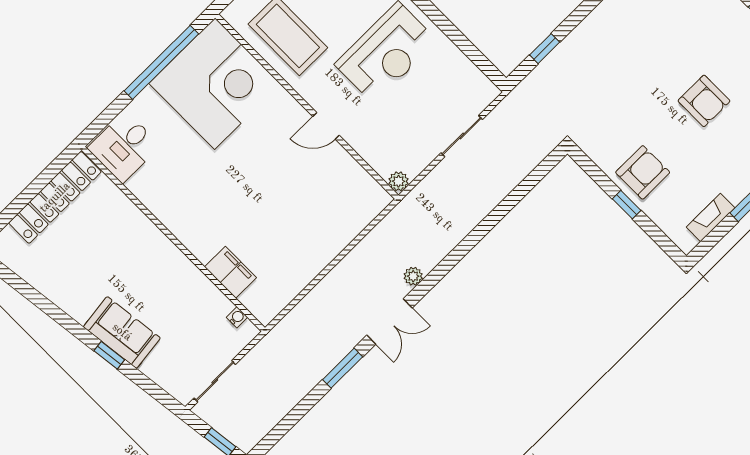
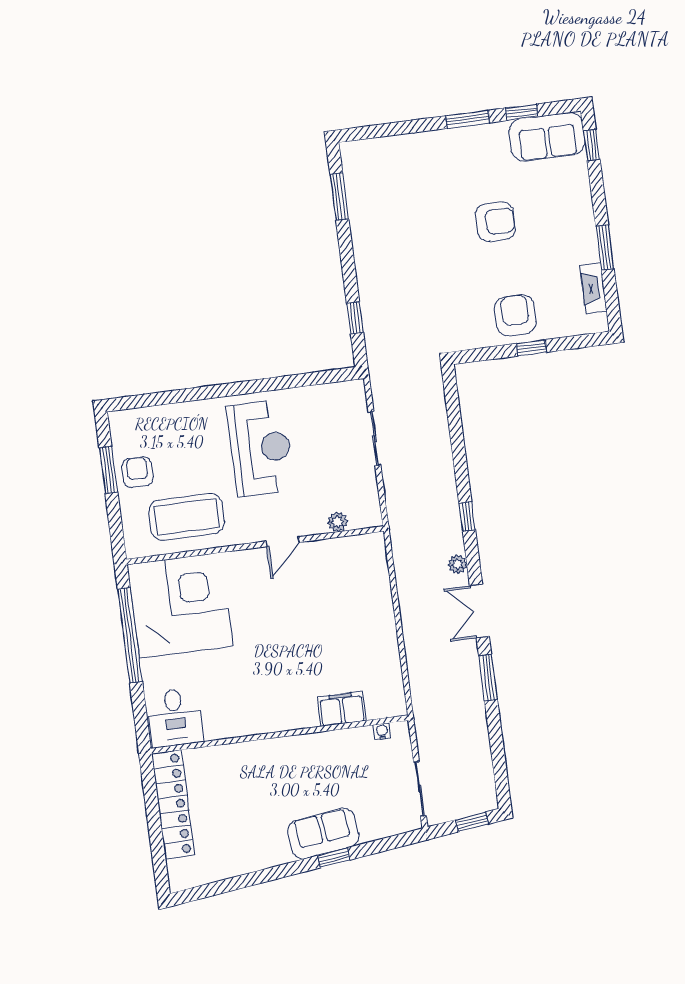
plant: (399, 181) -> (338, 522), moved
window: (456, 255) -> (467, 516), added
double door: (390, 321) -> (479, 611), swing flipped

